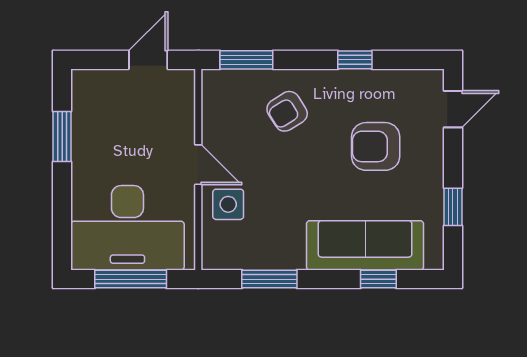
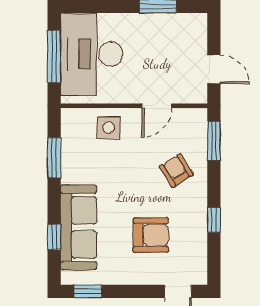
armchair: (376, 146) -> (151, 235), turned 90
door: (198, 165) -> (157, 106), moved
window: (453, 207) -> (88, 291), moved

